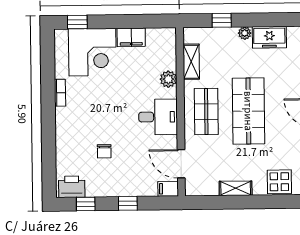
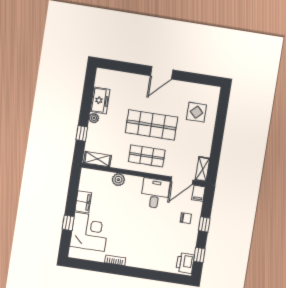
window: (77, 22) -> (68, 223), moved
shelving: (191, 62) -> (97, 159), moved
desk: (158, 117) -> (155, 193), moved
chair: (104, 151) -> (186, 218), moved
display table: (279, 182) -> (197, 112), moved
shelving: (236, 188) -> (202, 169), moved

